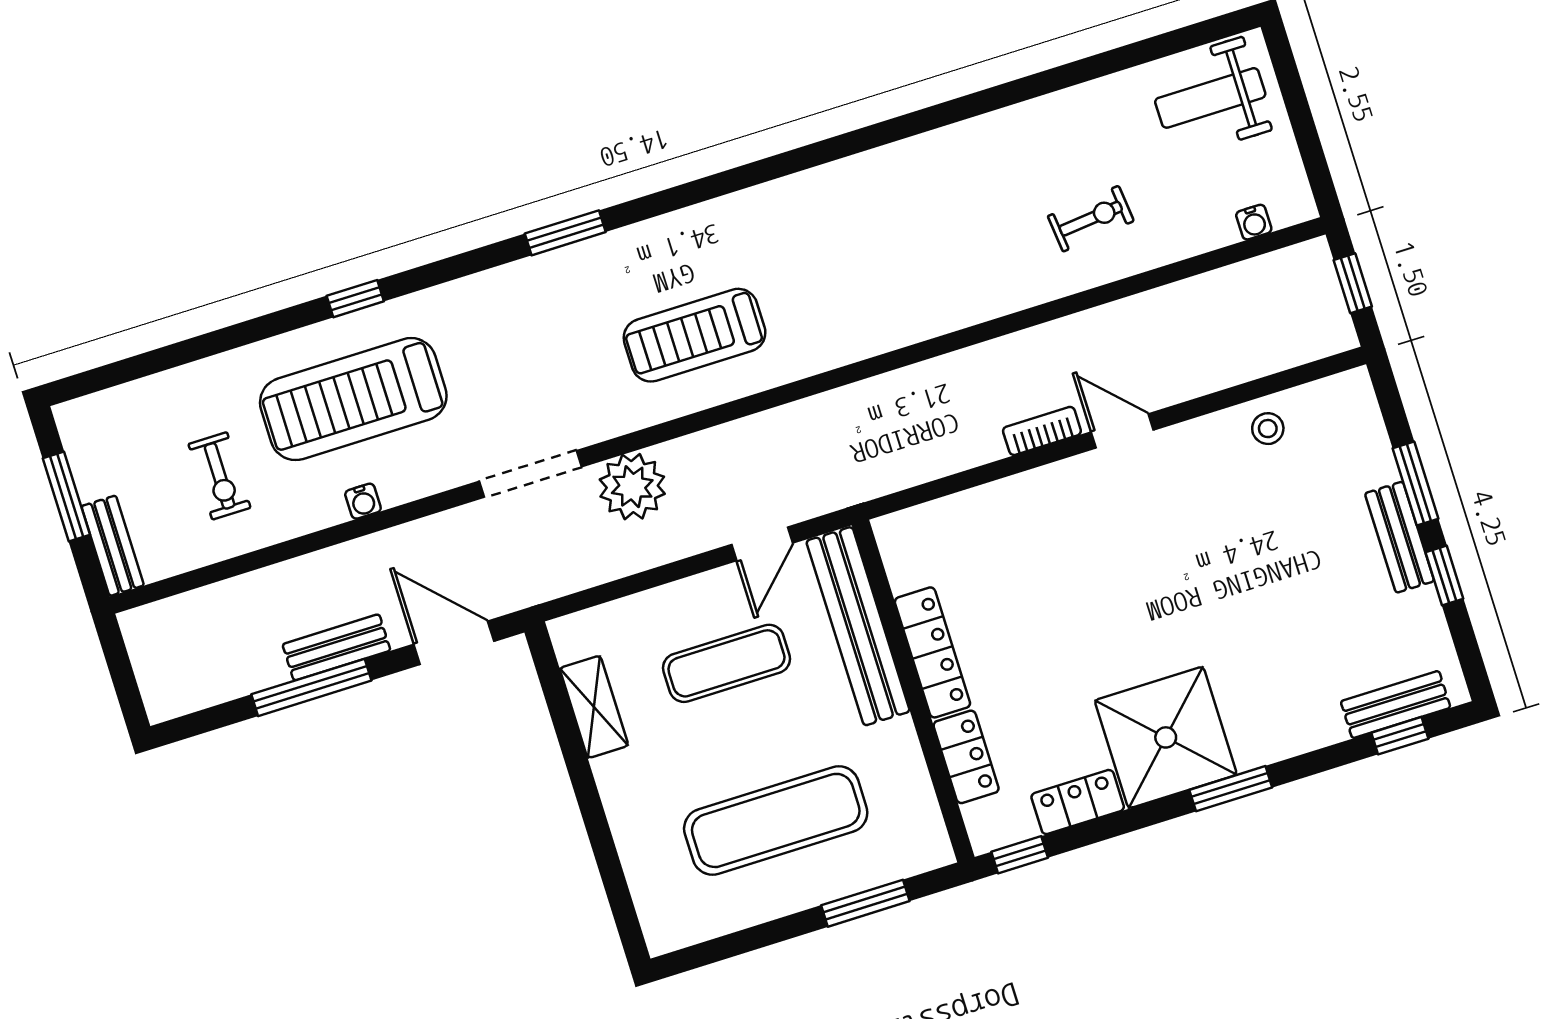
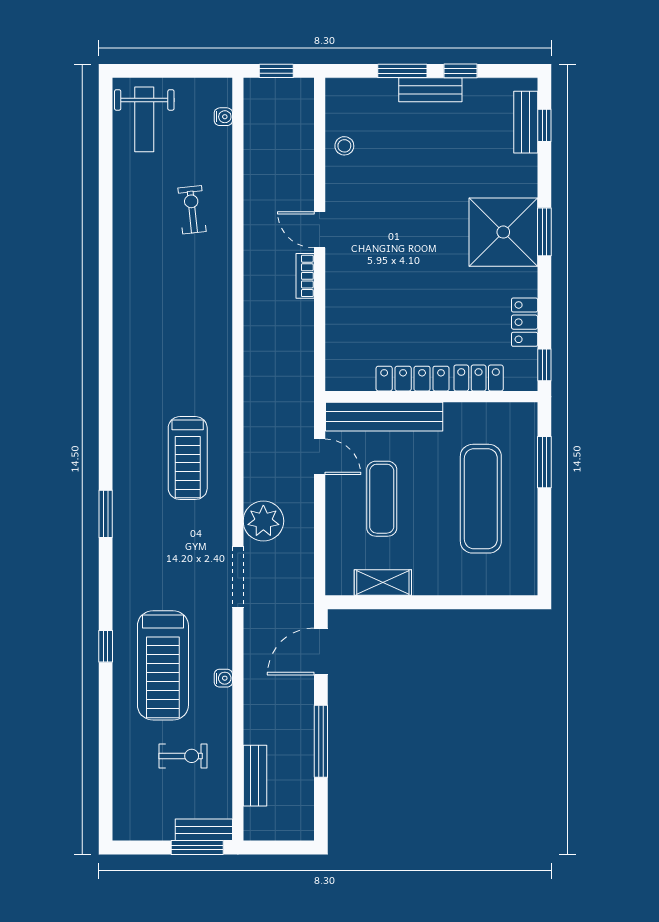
door: (1122, 431) -> (320, 230), hinge flipped
window: (66, 496) -> (197, 848), moved
bench: (336, 647) -> (255, 776), moved
shower: (1166, 737) -> (503, 232), moved

